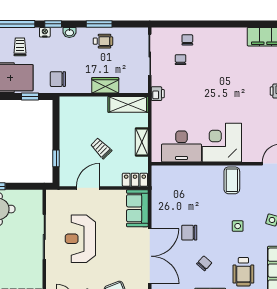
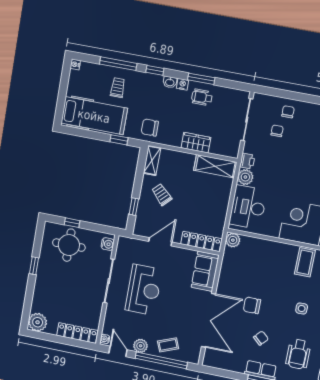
nightstand: (45, 32) -> (183, 84), moved
wheelchair: (103, 41) -> (202, 97), turned 180
plant: (159, 109) -> (245, 177), added
shelving: (142, 142) -> (152, 160), moved
desk: (182, 146) -> (248, 207), moved, turned 90
trolley: (101, 148) -> (162, 195), moved
plant: (159, 172) -> (233, 240), added
locker: (135, 180) -> (201, 241), width x1.53
water cooler: (37, 200) -> (108, 244), added
reception desk: (80, 239) -> (144, 290), turned 180

